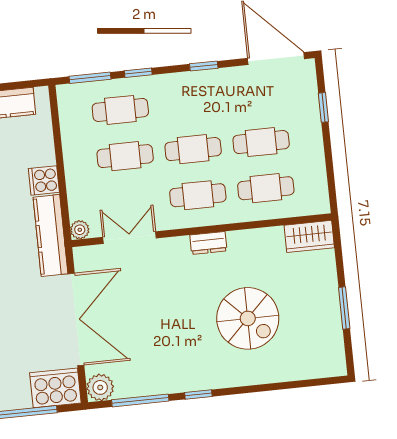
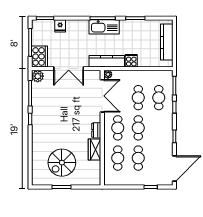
wardrobe: (309, 236) -> (95, 149), moved
double door: (130, 238) -> (102, 96), width x1.37
spiral stairs: (248, 318) -> (62, 163), moved
double door: (76, 319) -> (69, 69), width x0.73

